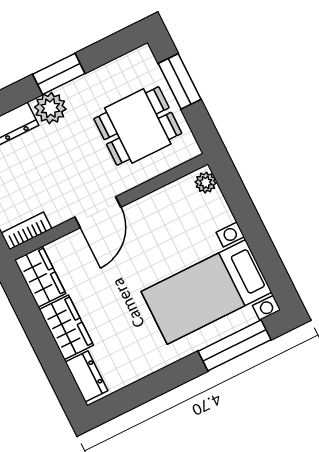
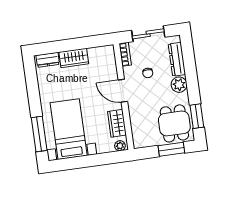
window: (59, 74) -> (197, 116), moved
dining table: (138, 126) -> (174, 123), moved
chair: (48, 176) -> (148, 73), added
wardrobe: (40, 277) -> (117, 123), moved, turned 90

